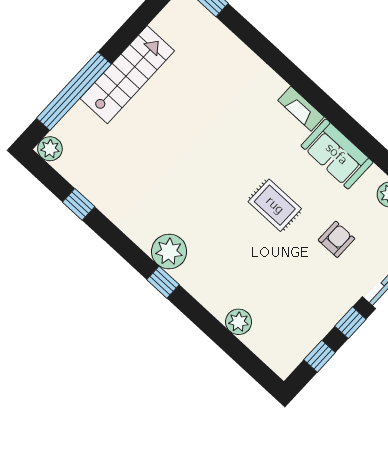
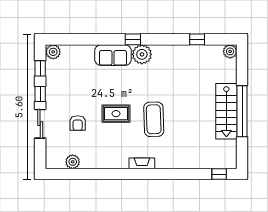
window: (74, 91) -> (242, 111), moved
coffee table: (232, 152) -> (154, 119), added
sofa: (337, 154) -> (113, 55), moved, turned 180
plant: (239, 322) -> (53, 52), moved

